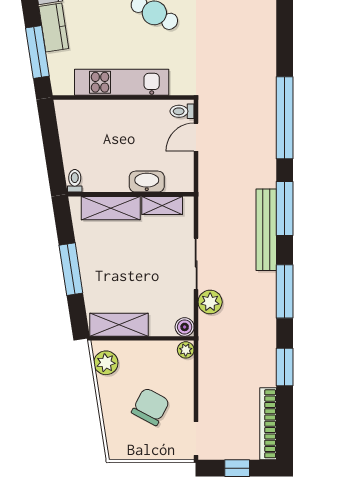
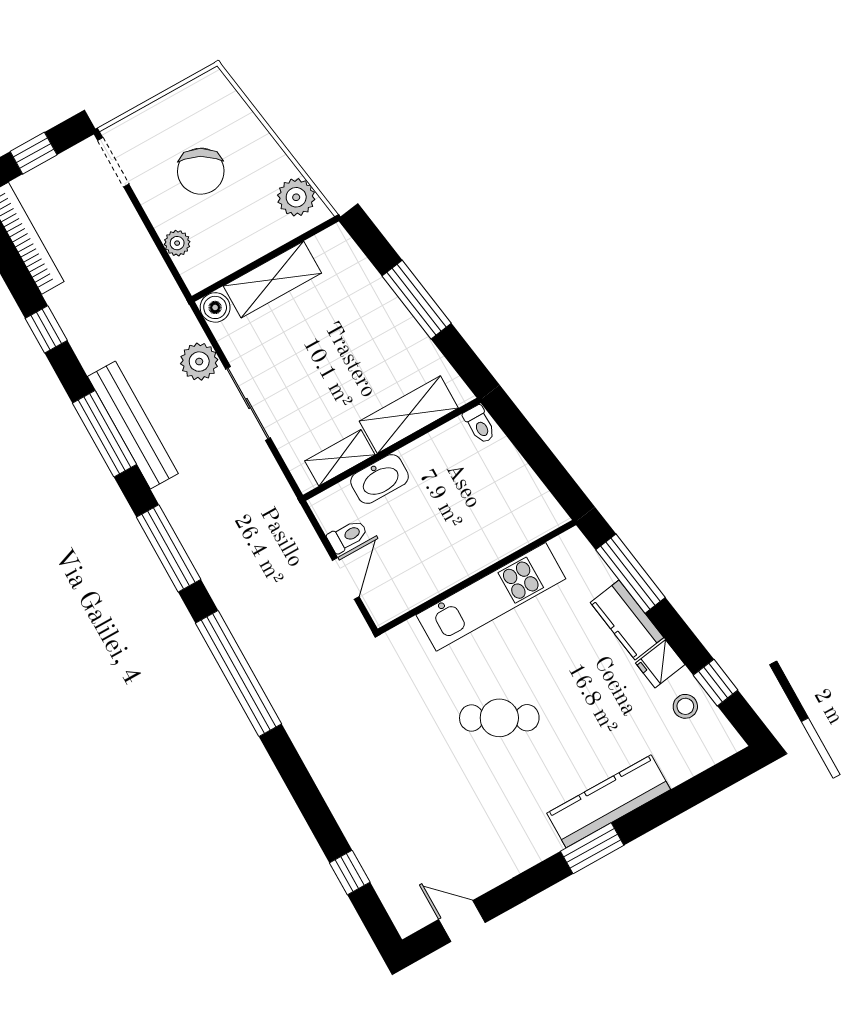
toilet: (182, 111) -> (347, 536), moved
bench: (266, 230) -> (133, 425), moved
shelving: (119, 325) -> (272, 280), moved
plant: (186, 350) -> (177, 243), moved
window: (285, 367) -> (46, 329), width x0.67

